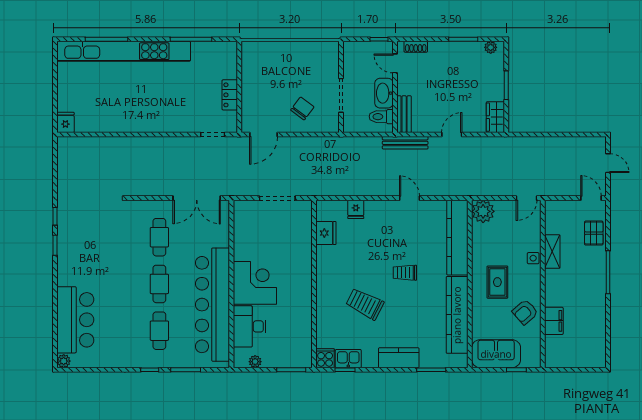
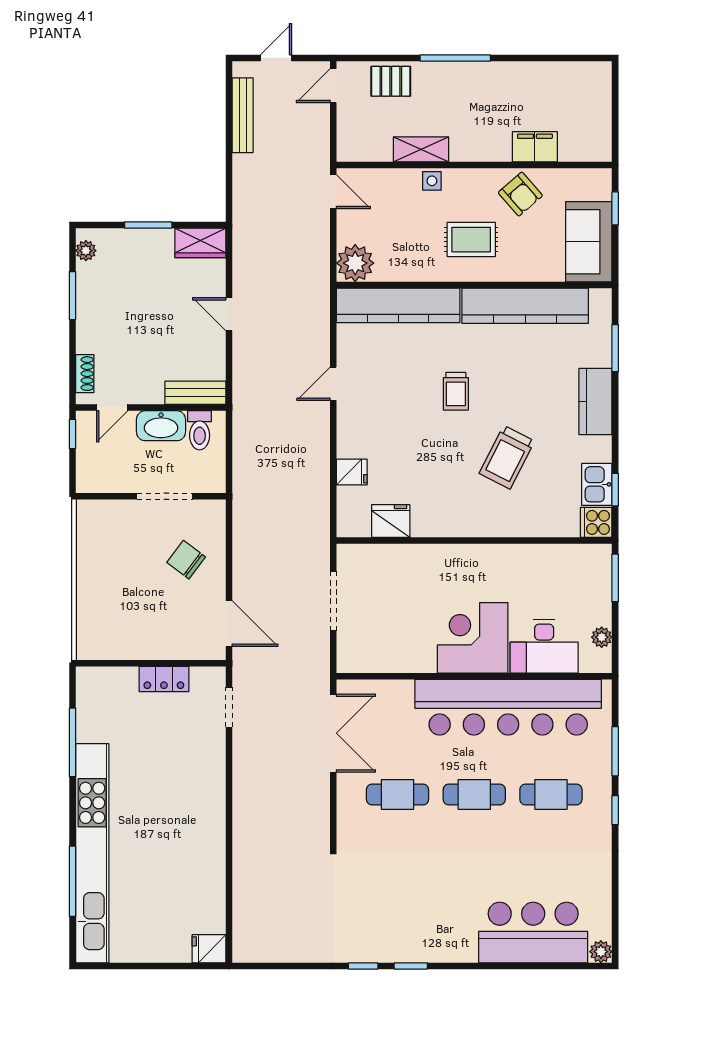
bench: (405, 143) -> (243, 115), moved

